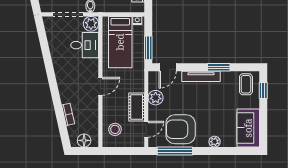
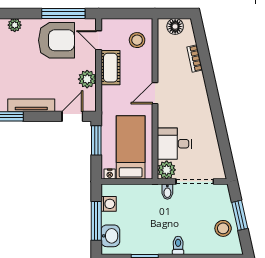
door: (146, 129) -> (99, 40), hinge flipped

